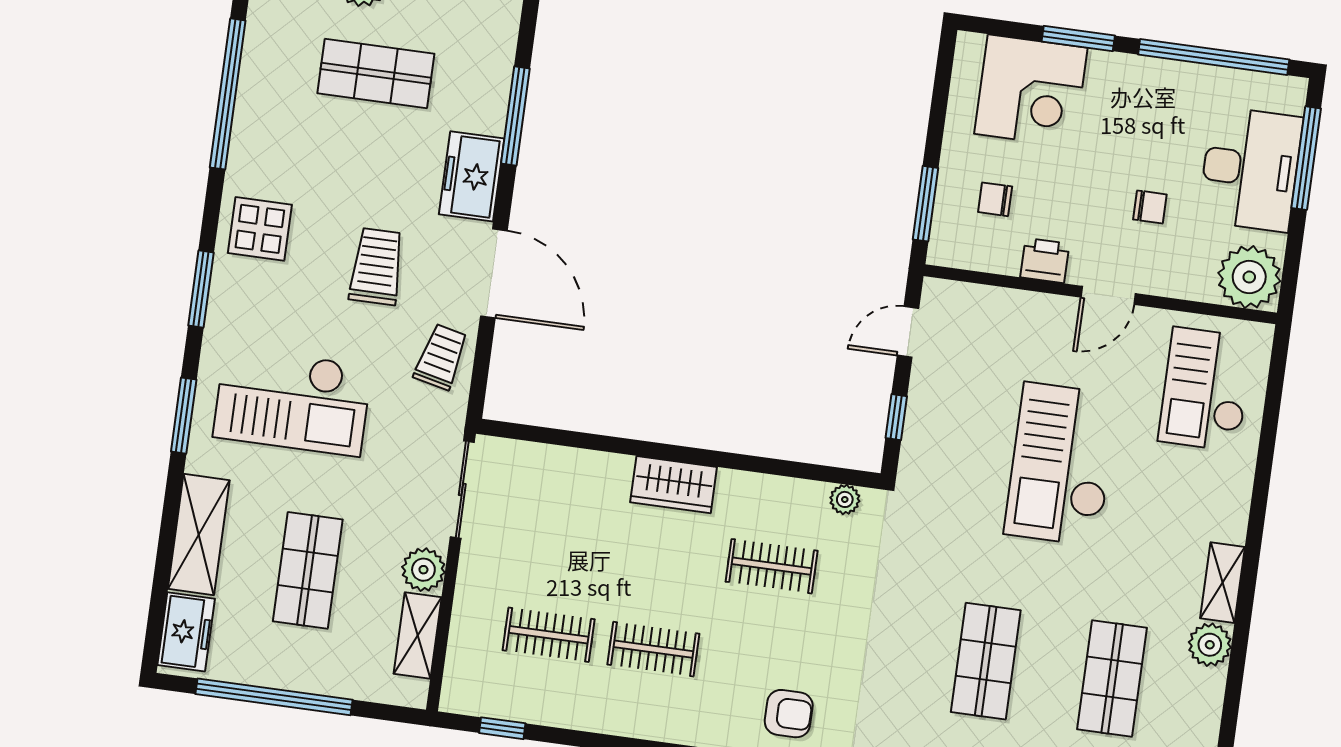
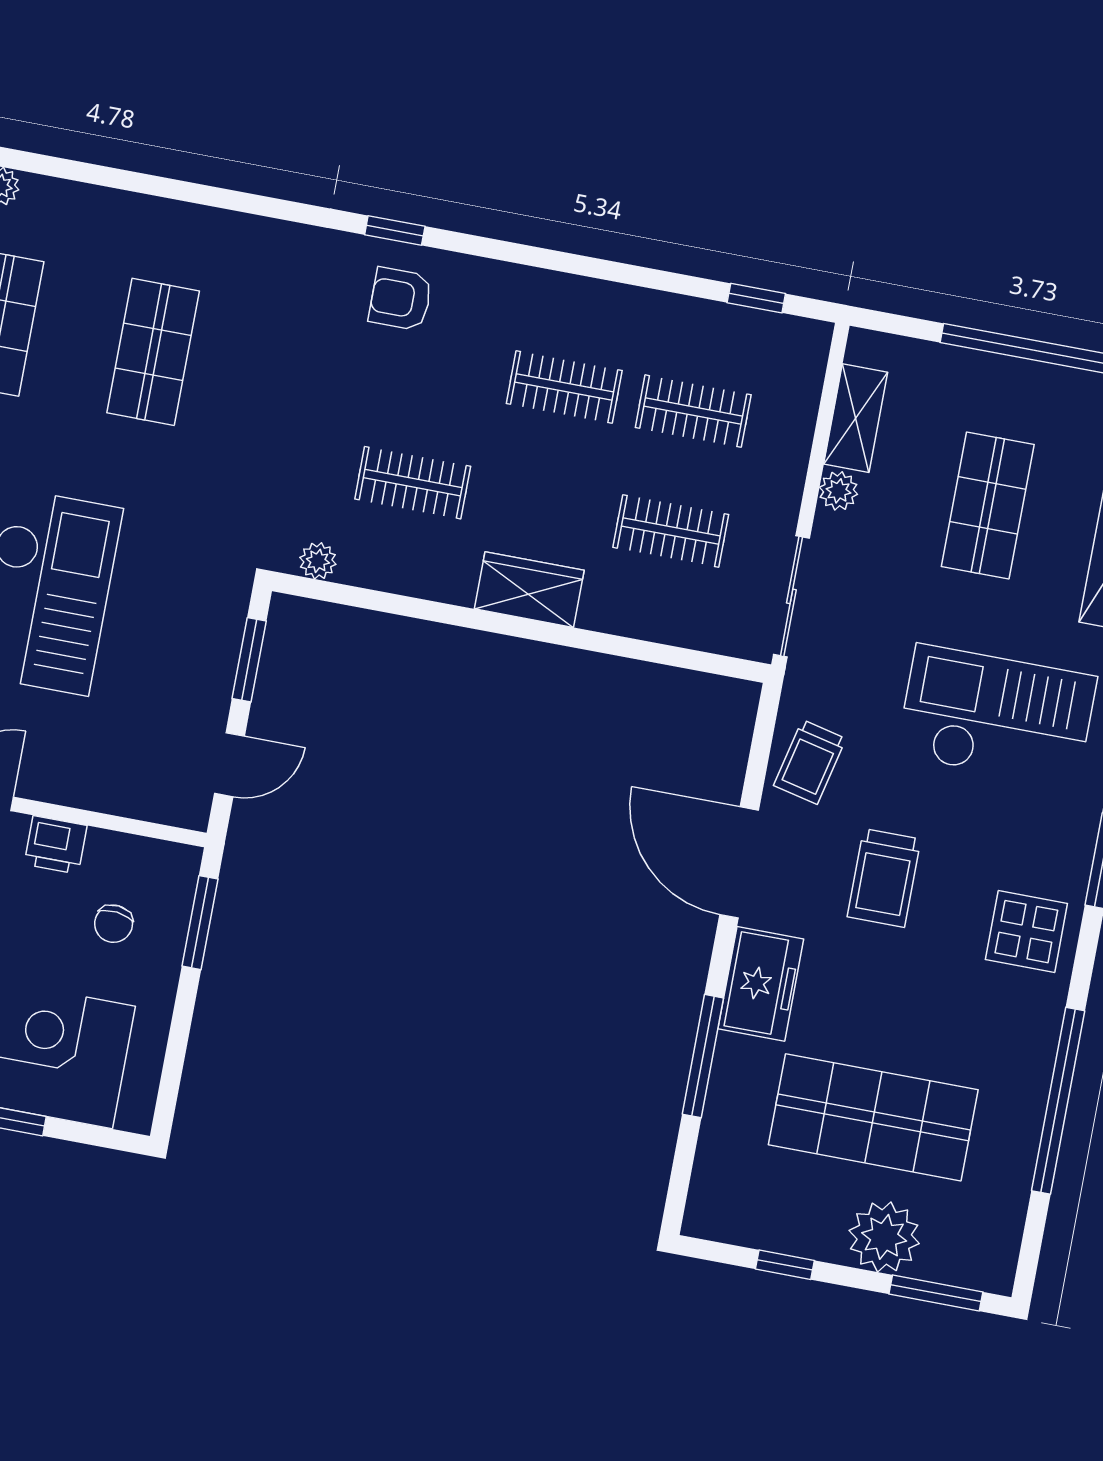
shop shelf: (376, 73) -> (873, 1117), width x1.43, depth x1.36
chair: (995, 199) -> (114, 924), turned 96
window: (896, 417) -> (249, 660), width x1.50
clothes rail: (562, 537) -> (671, 531), added
plant: (423, 570) -> (839, 491), width x0.73, depth x0.73

